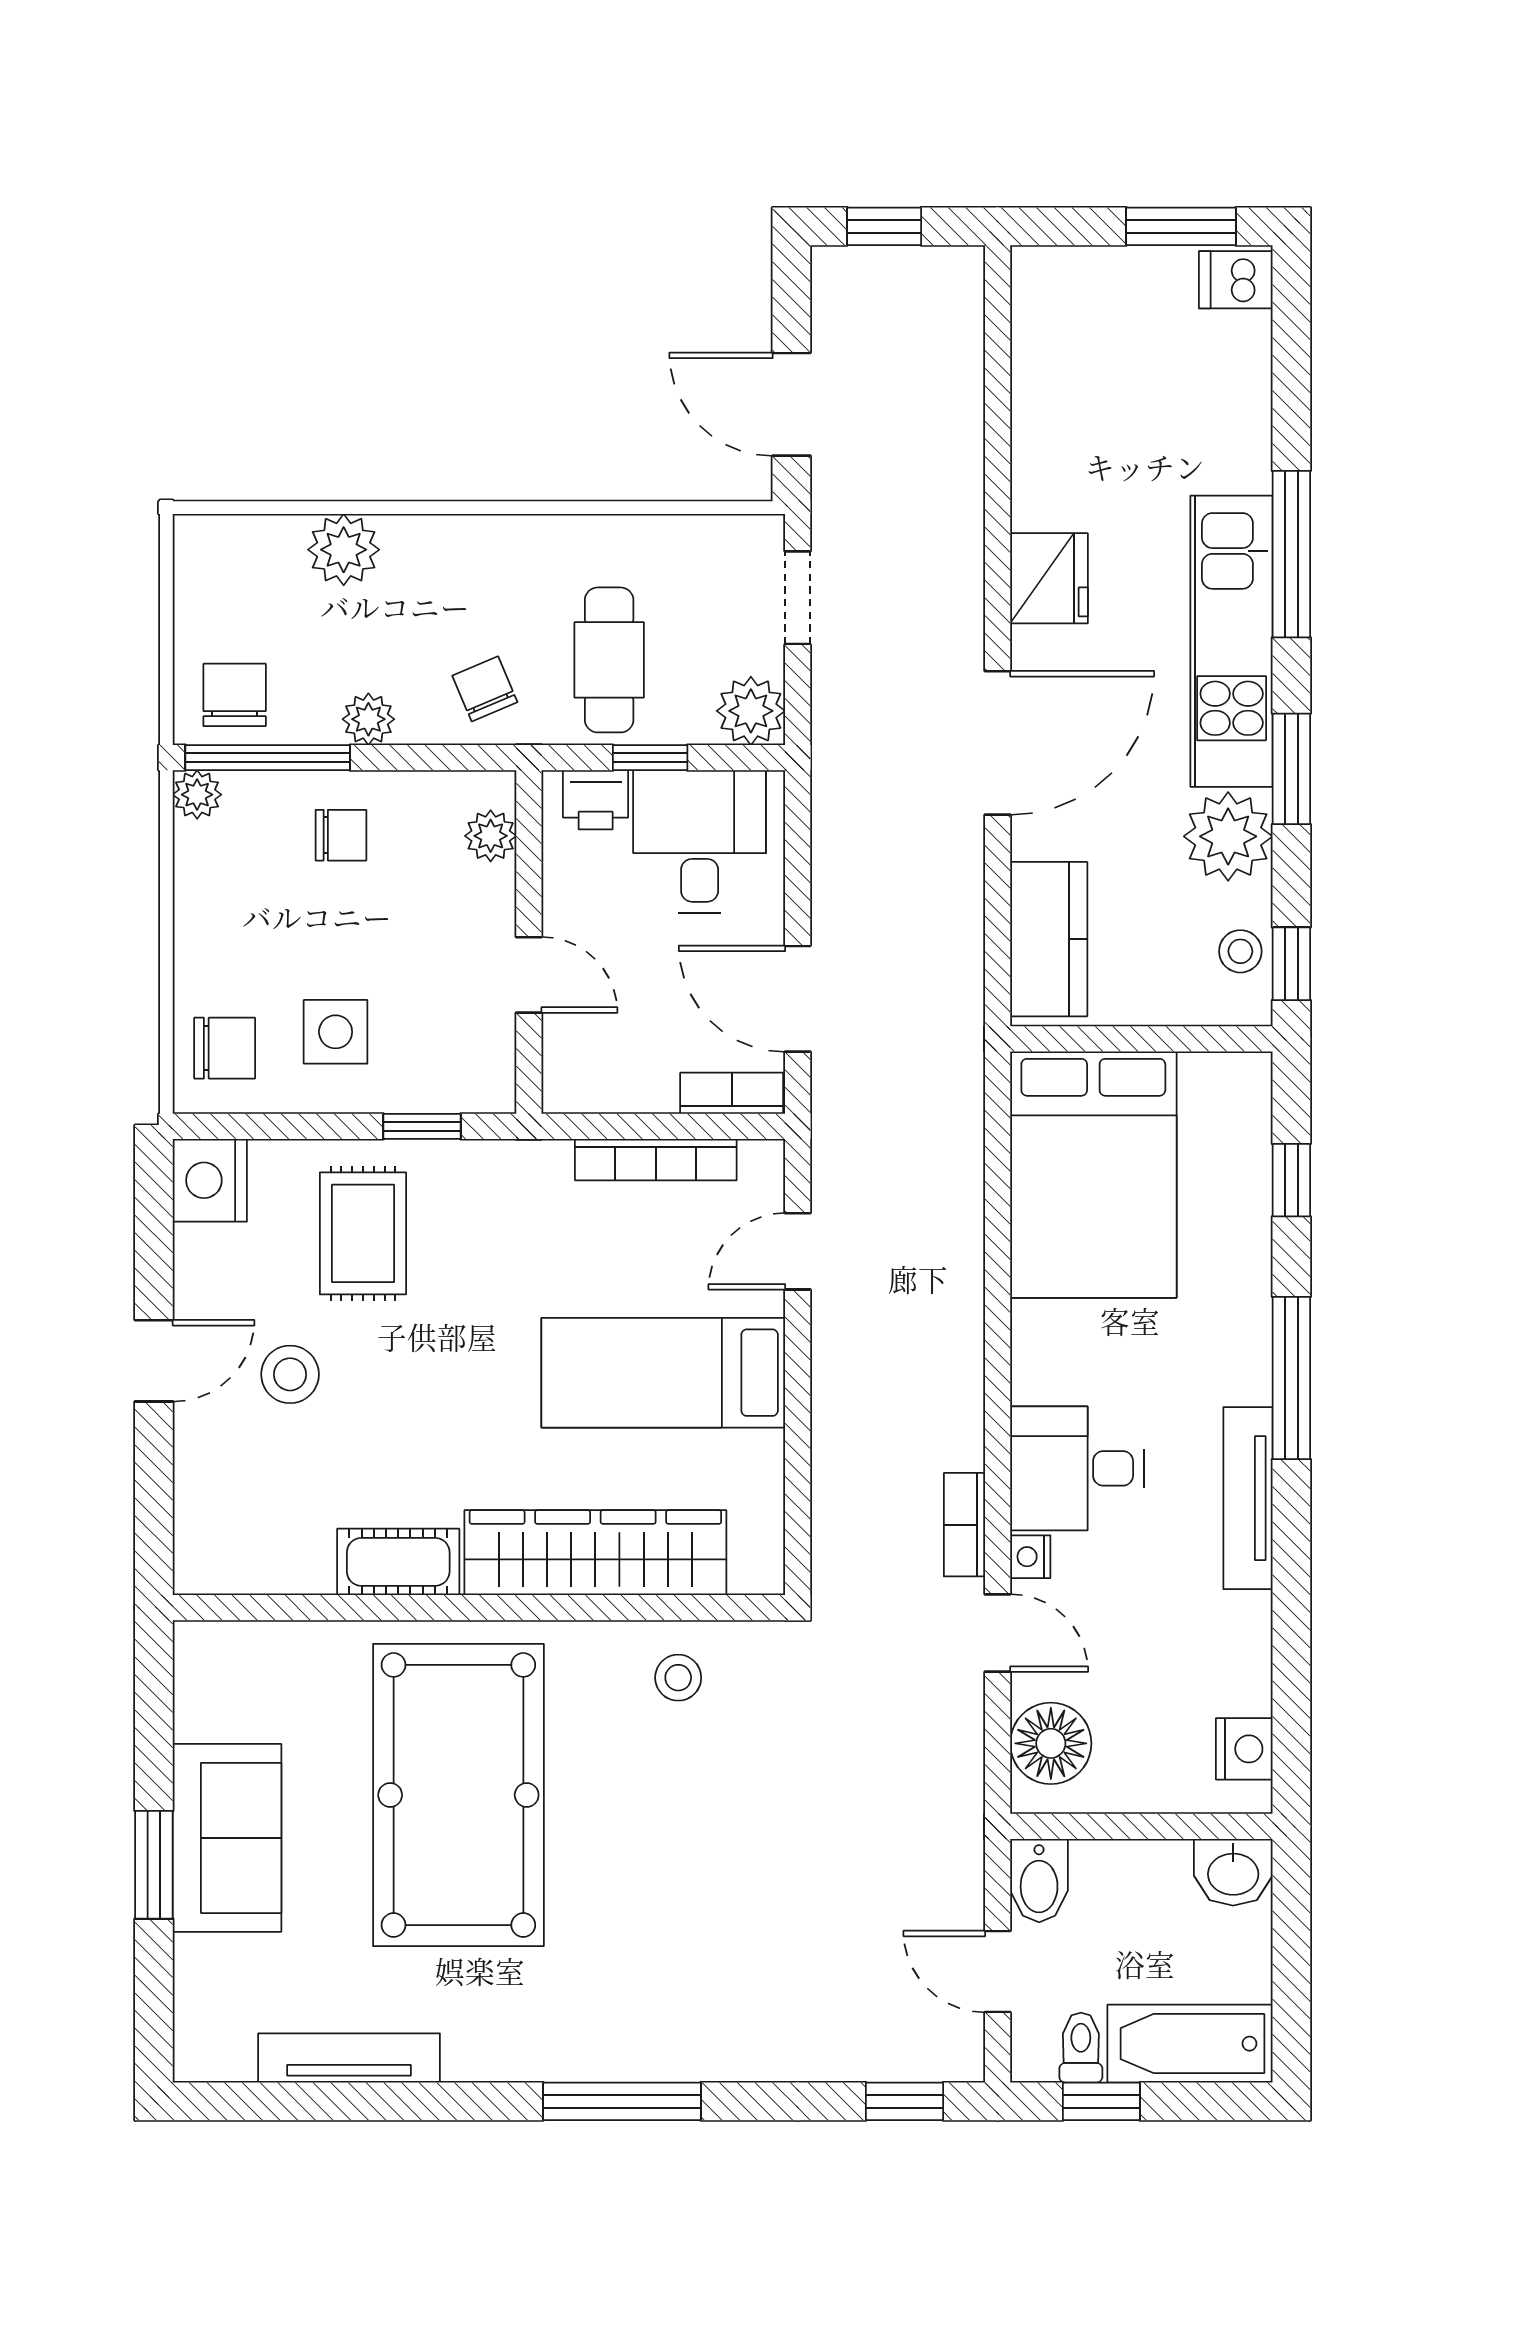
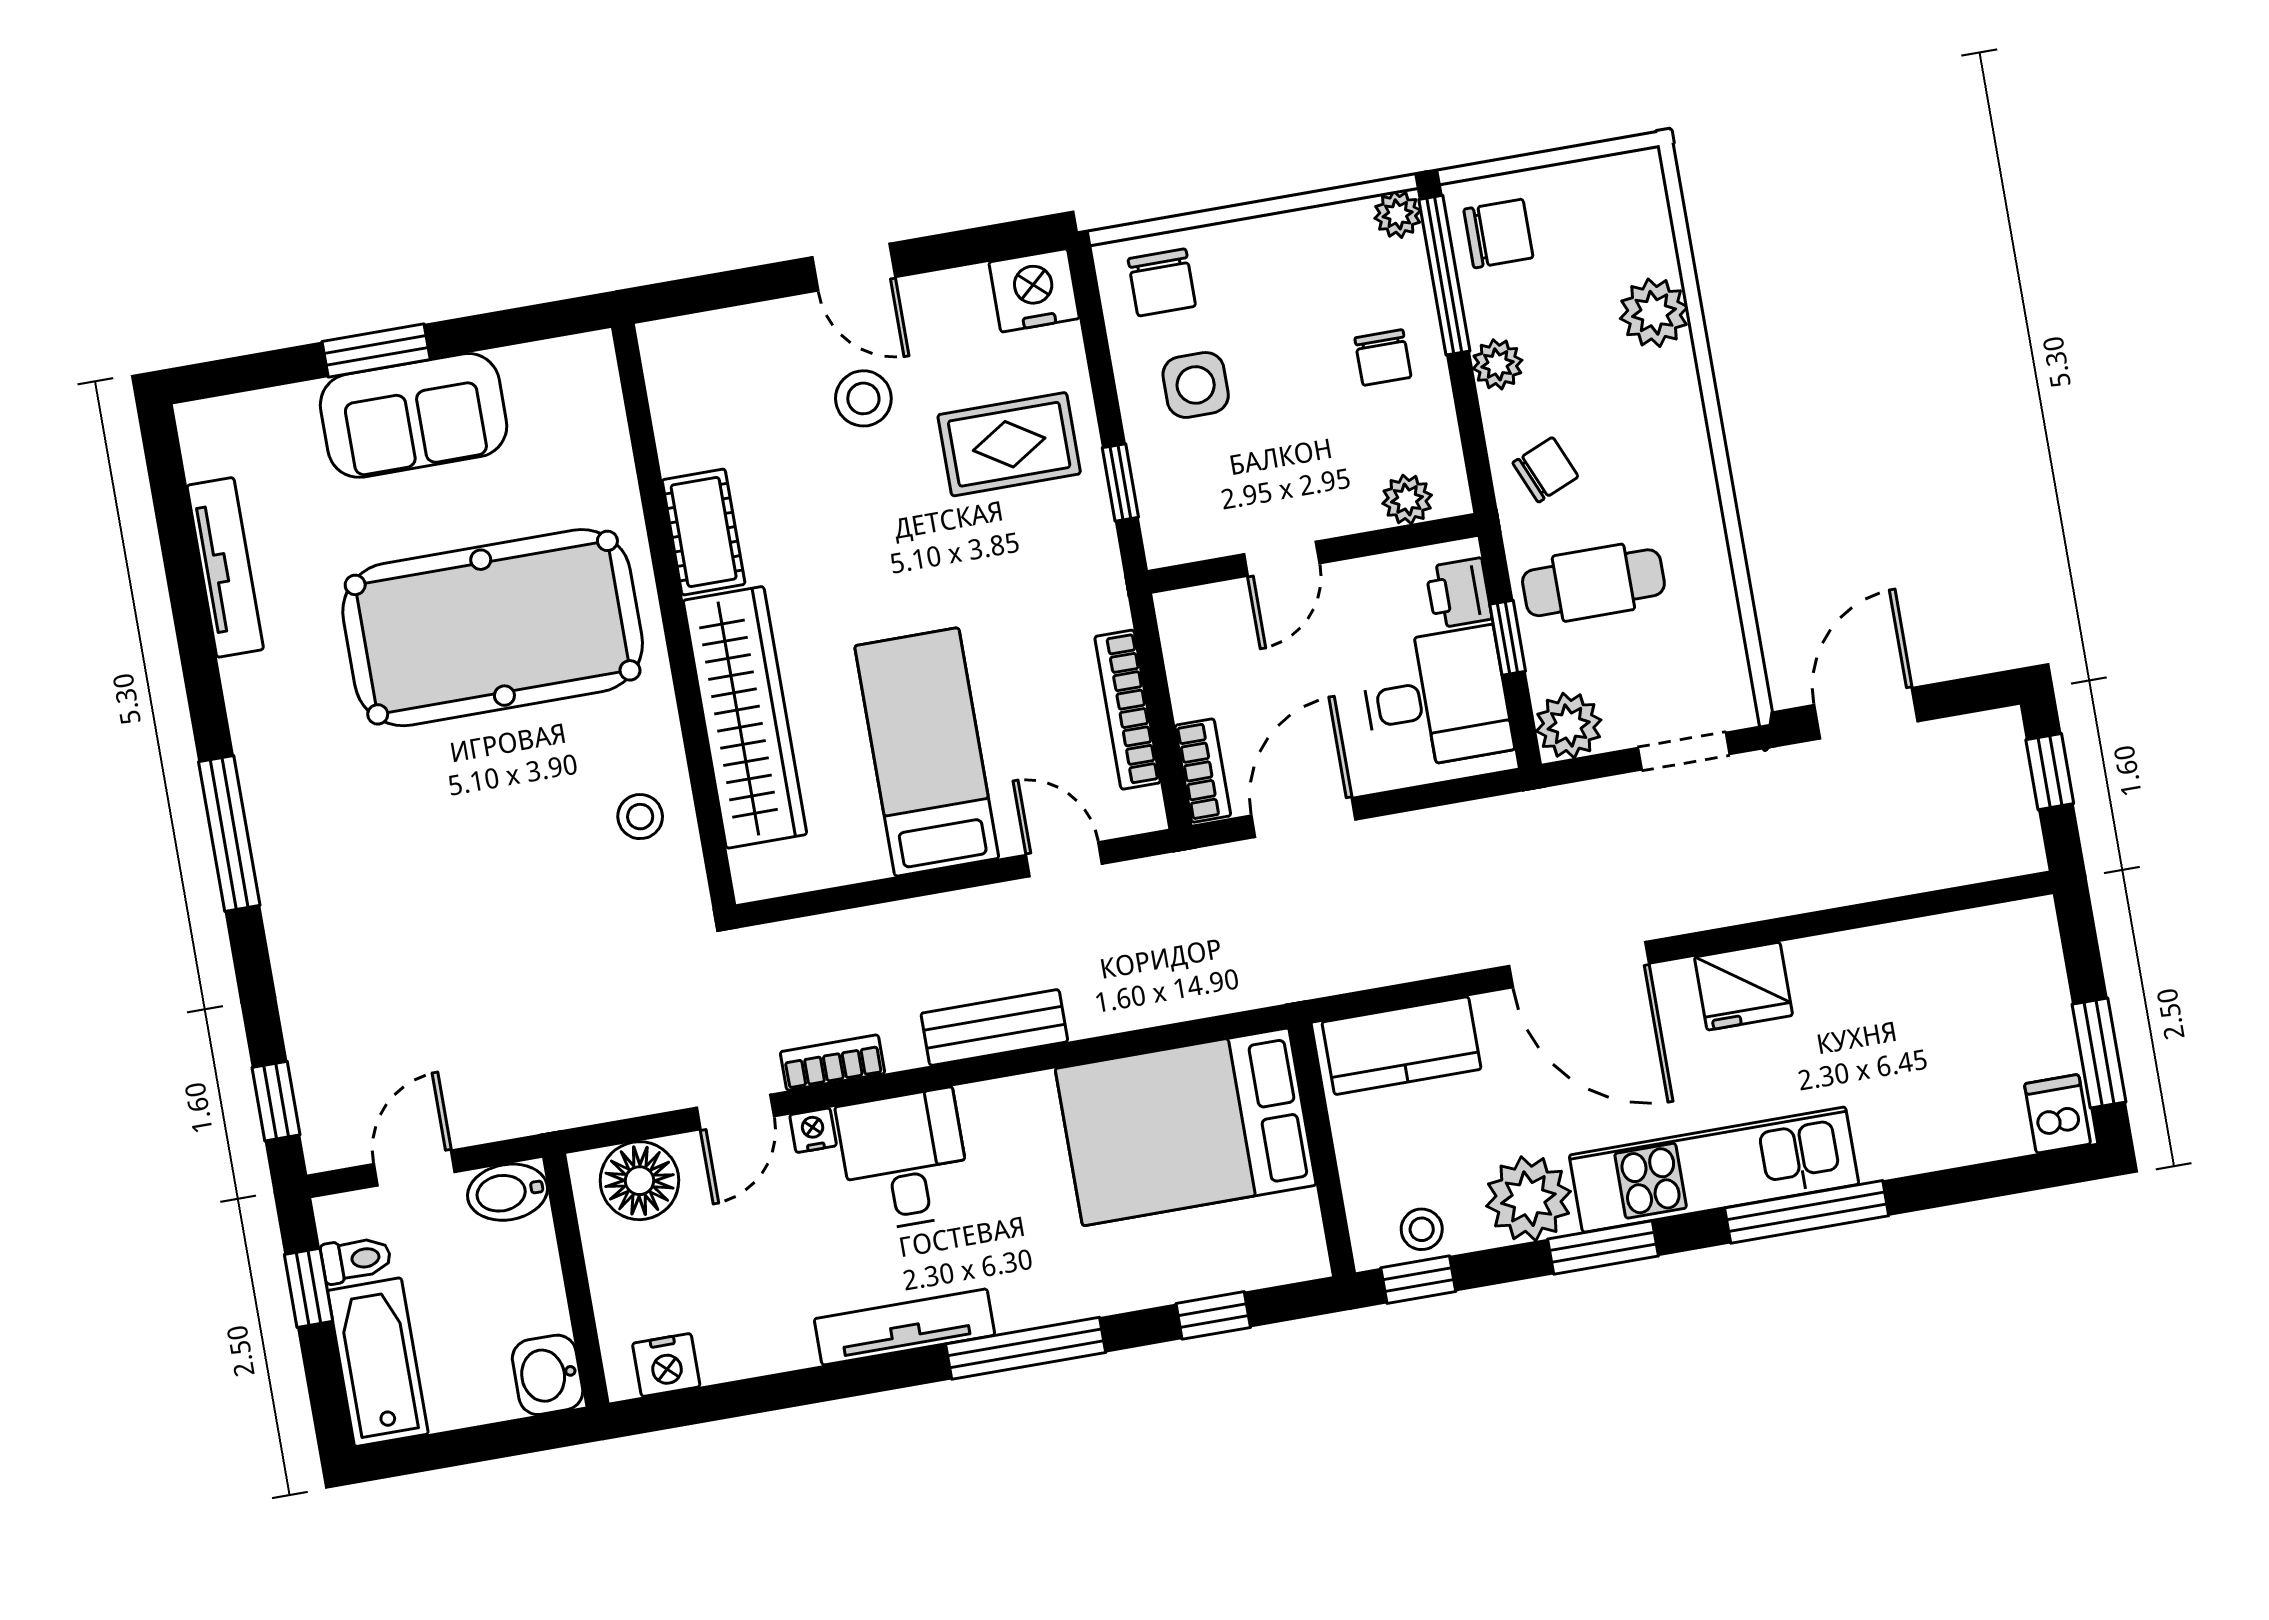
bench: (957, 1353) -> (994, 1027), added

